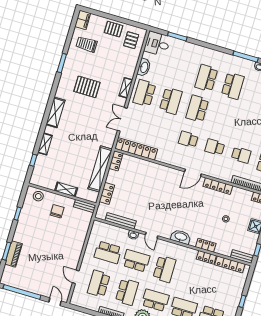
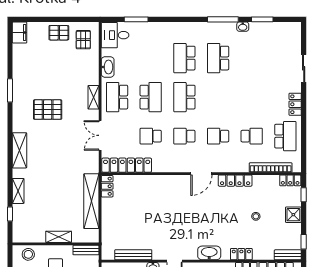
trolley: (87, 44) -> (33, 60), removed
school desk: (233, 86) -> (218, 58), turned 180
school desk: (162, 132) -> (151, 136), added
locker: (107, 193) -> (108, 228), removed

